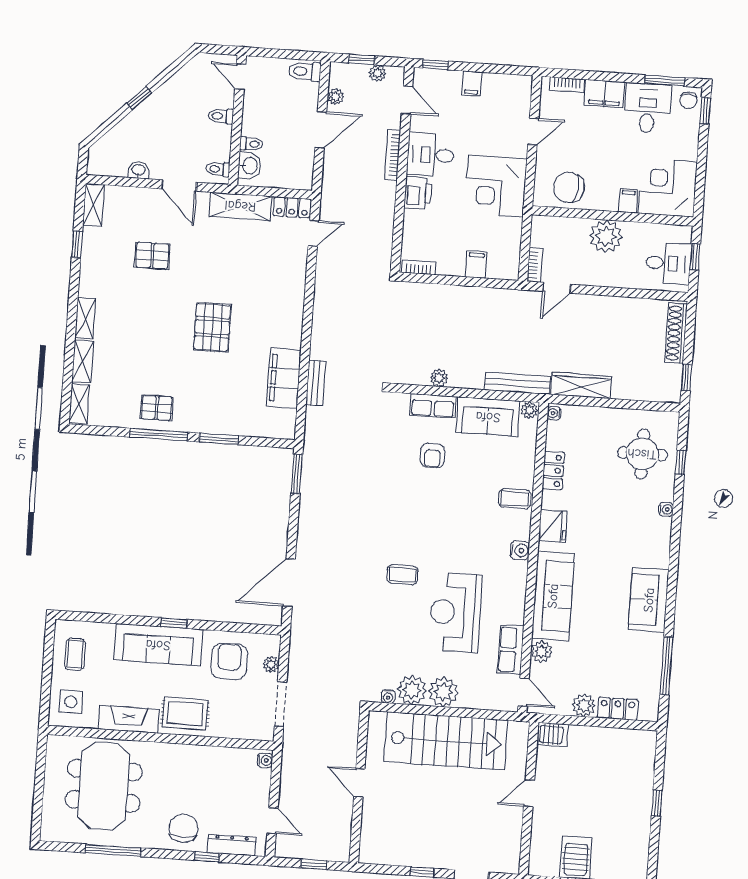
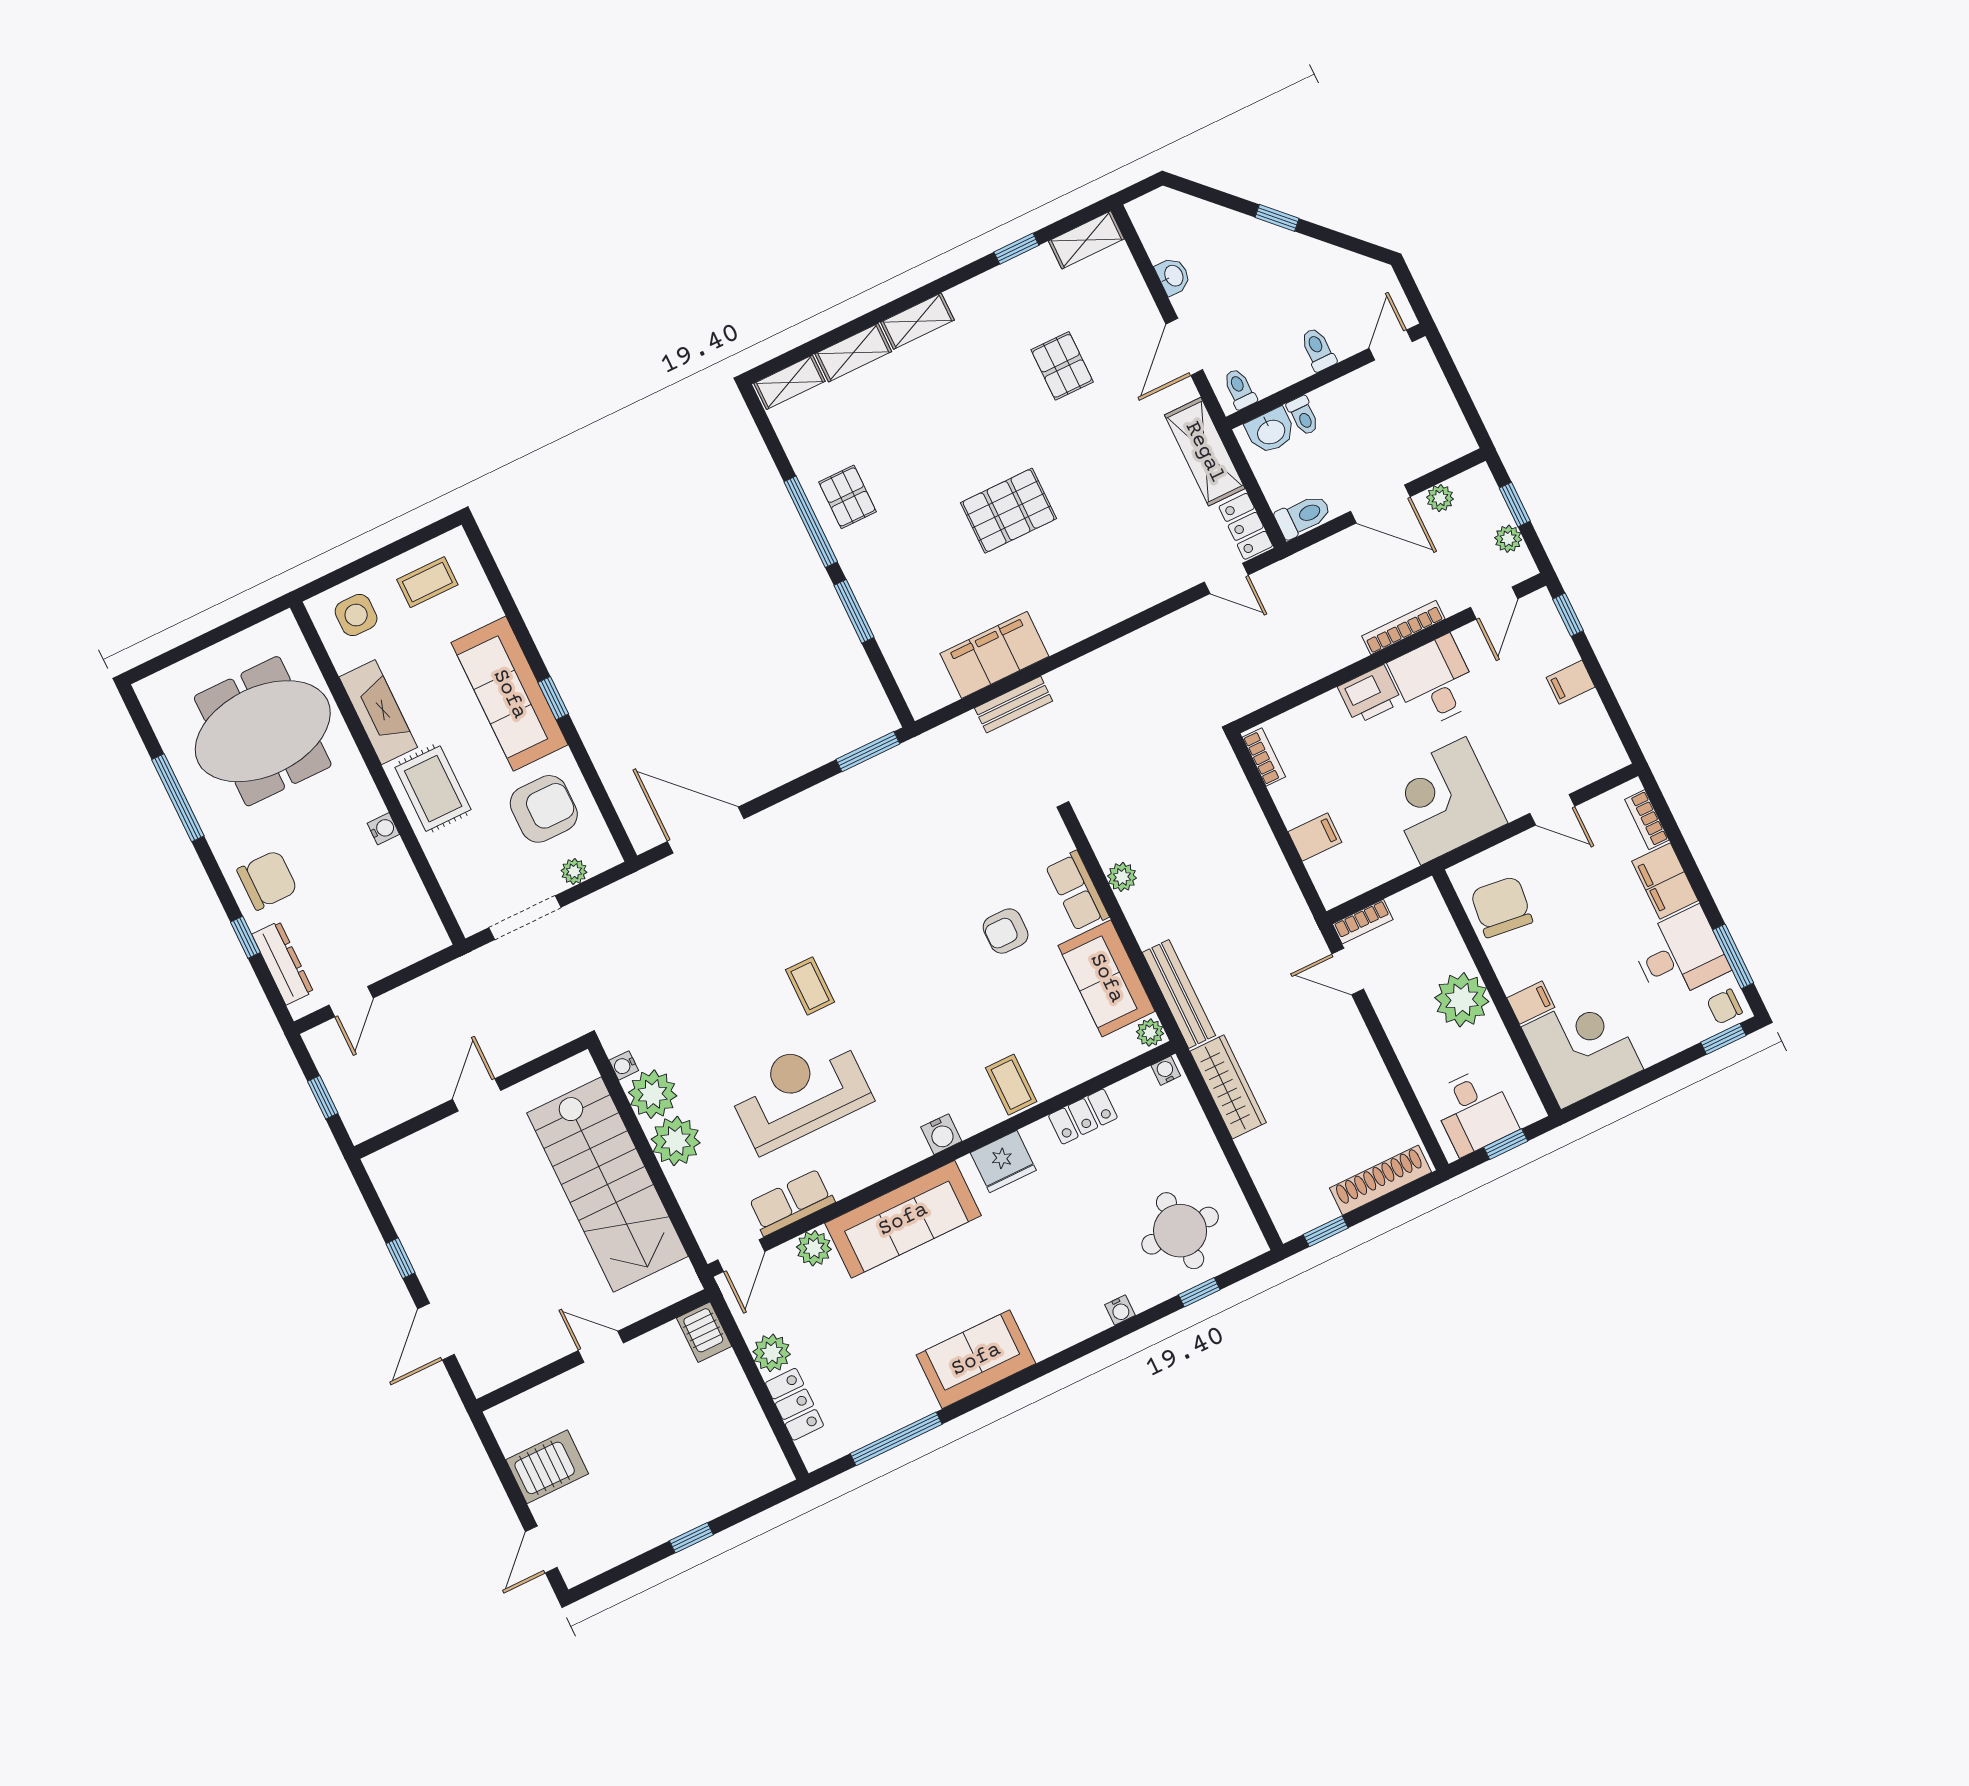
toilet: (305, 71) -> (1303, 516), moved, turned 90
water cooler: (265, 760) -> (383, 829), moved, turned -90

